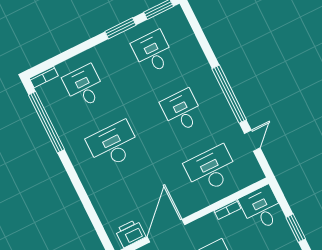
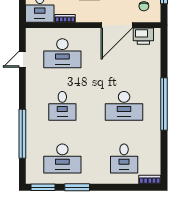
desk: (153, 52) -> (62, 158), width x1.37
window: (229, 94) -> (22, 134), moved
window: (46, 122) -> (164, 104), moved

